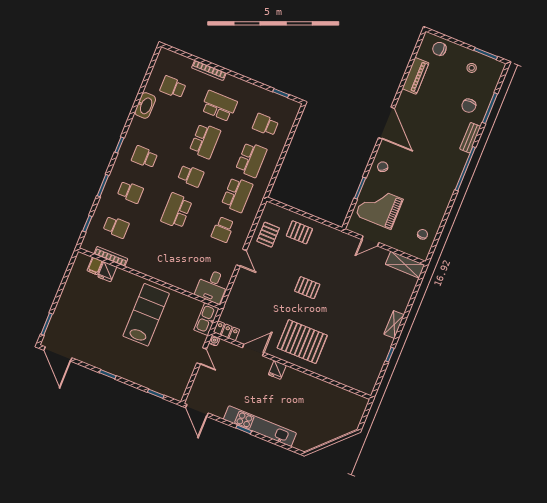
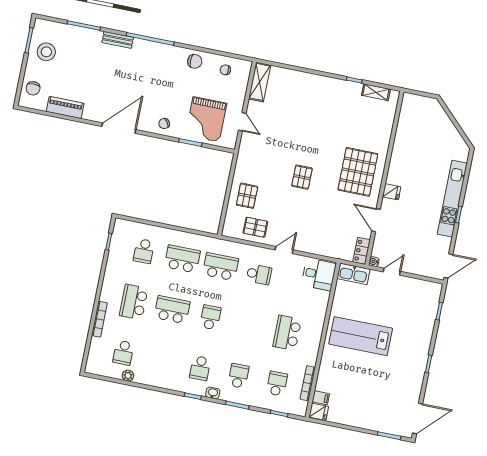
stool: (472, 68) -> (46, 52), width x1.89, depth x1.89
plant: (150, 87) -> (128, 376), added
washbasin: (145, 105) -> (213, 393), moved, width x0.52, depth x0.69
chair: (469, 106) -> (195, 61), moved
school desk: (177, 211) -> (287, 333), moved, turned 90
fridge: (107, 272) -> (319, 412), moved
shelving: (394, 325) -> (376, 92), moved

